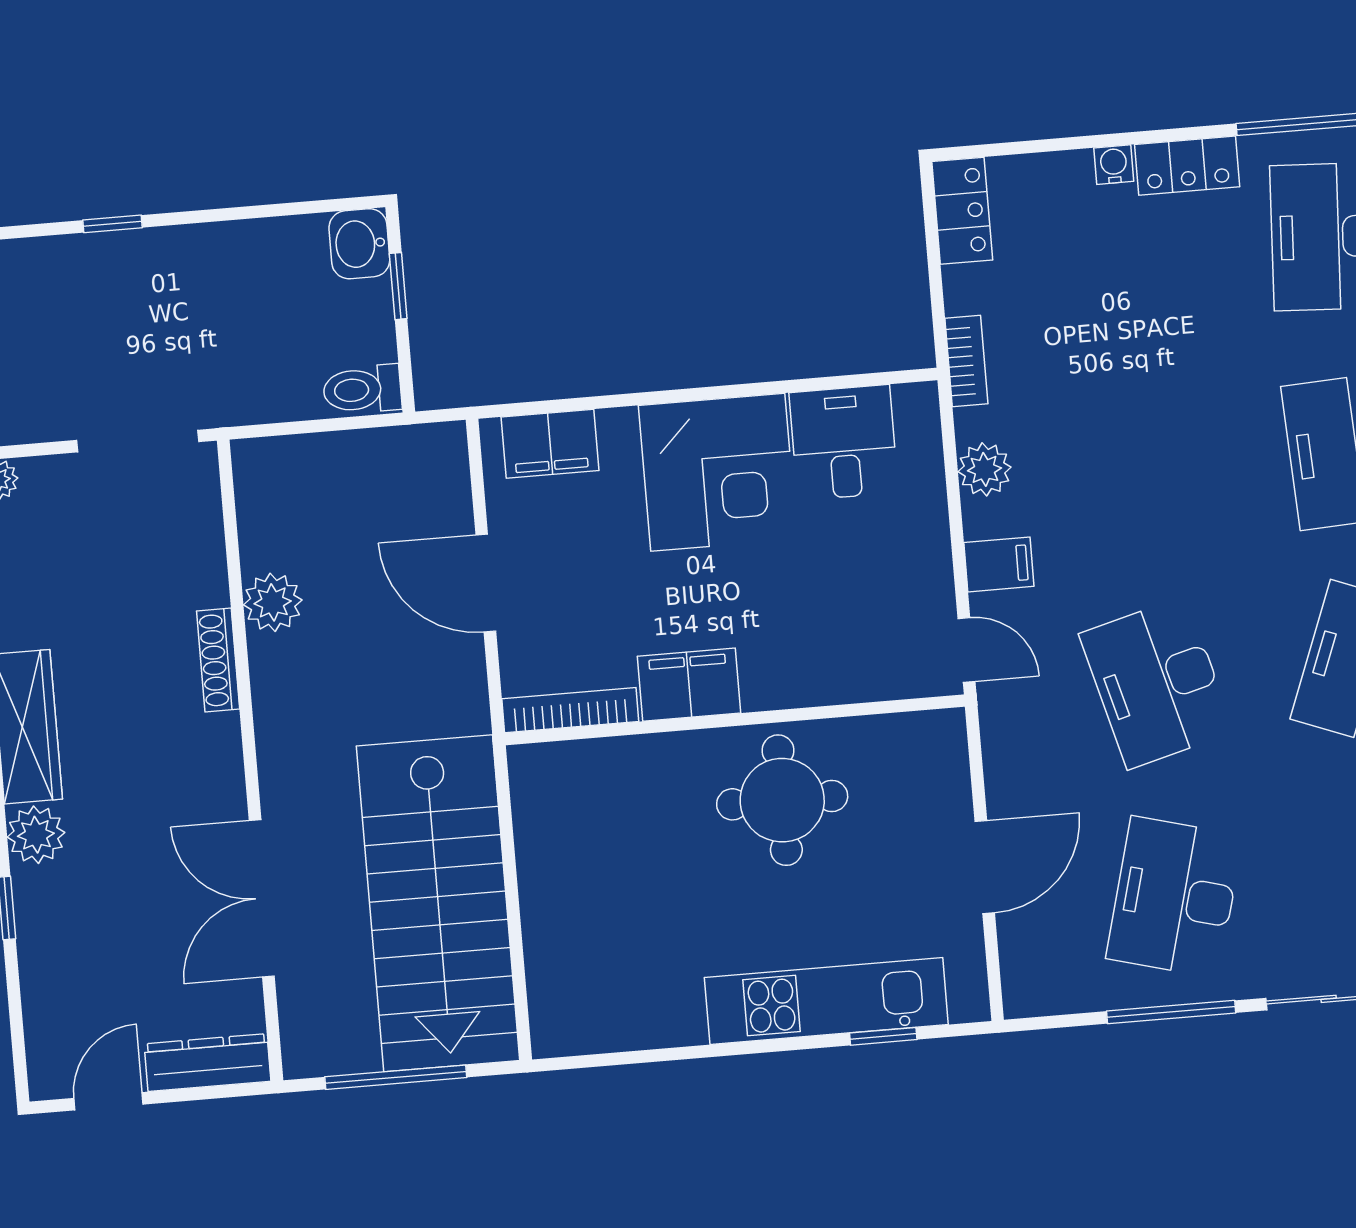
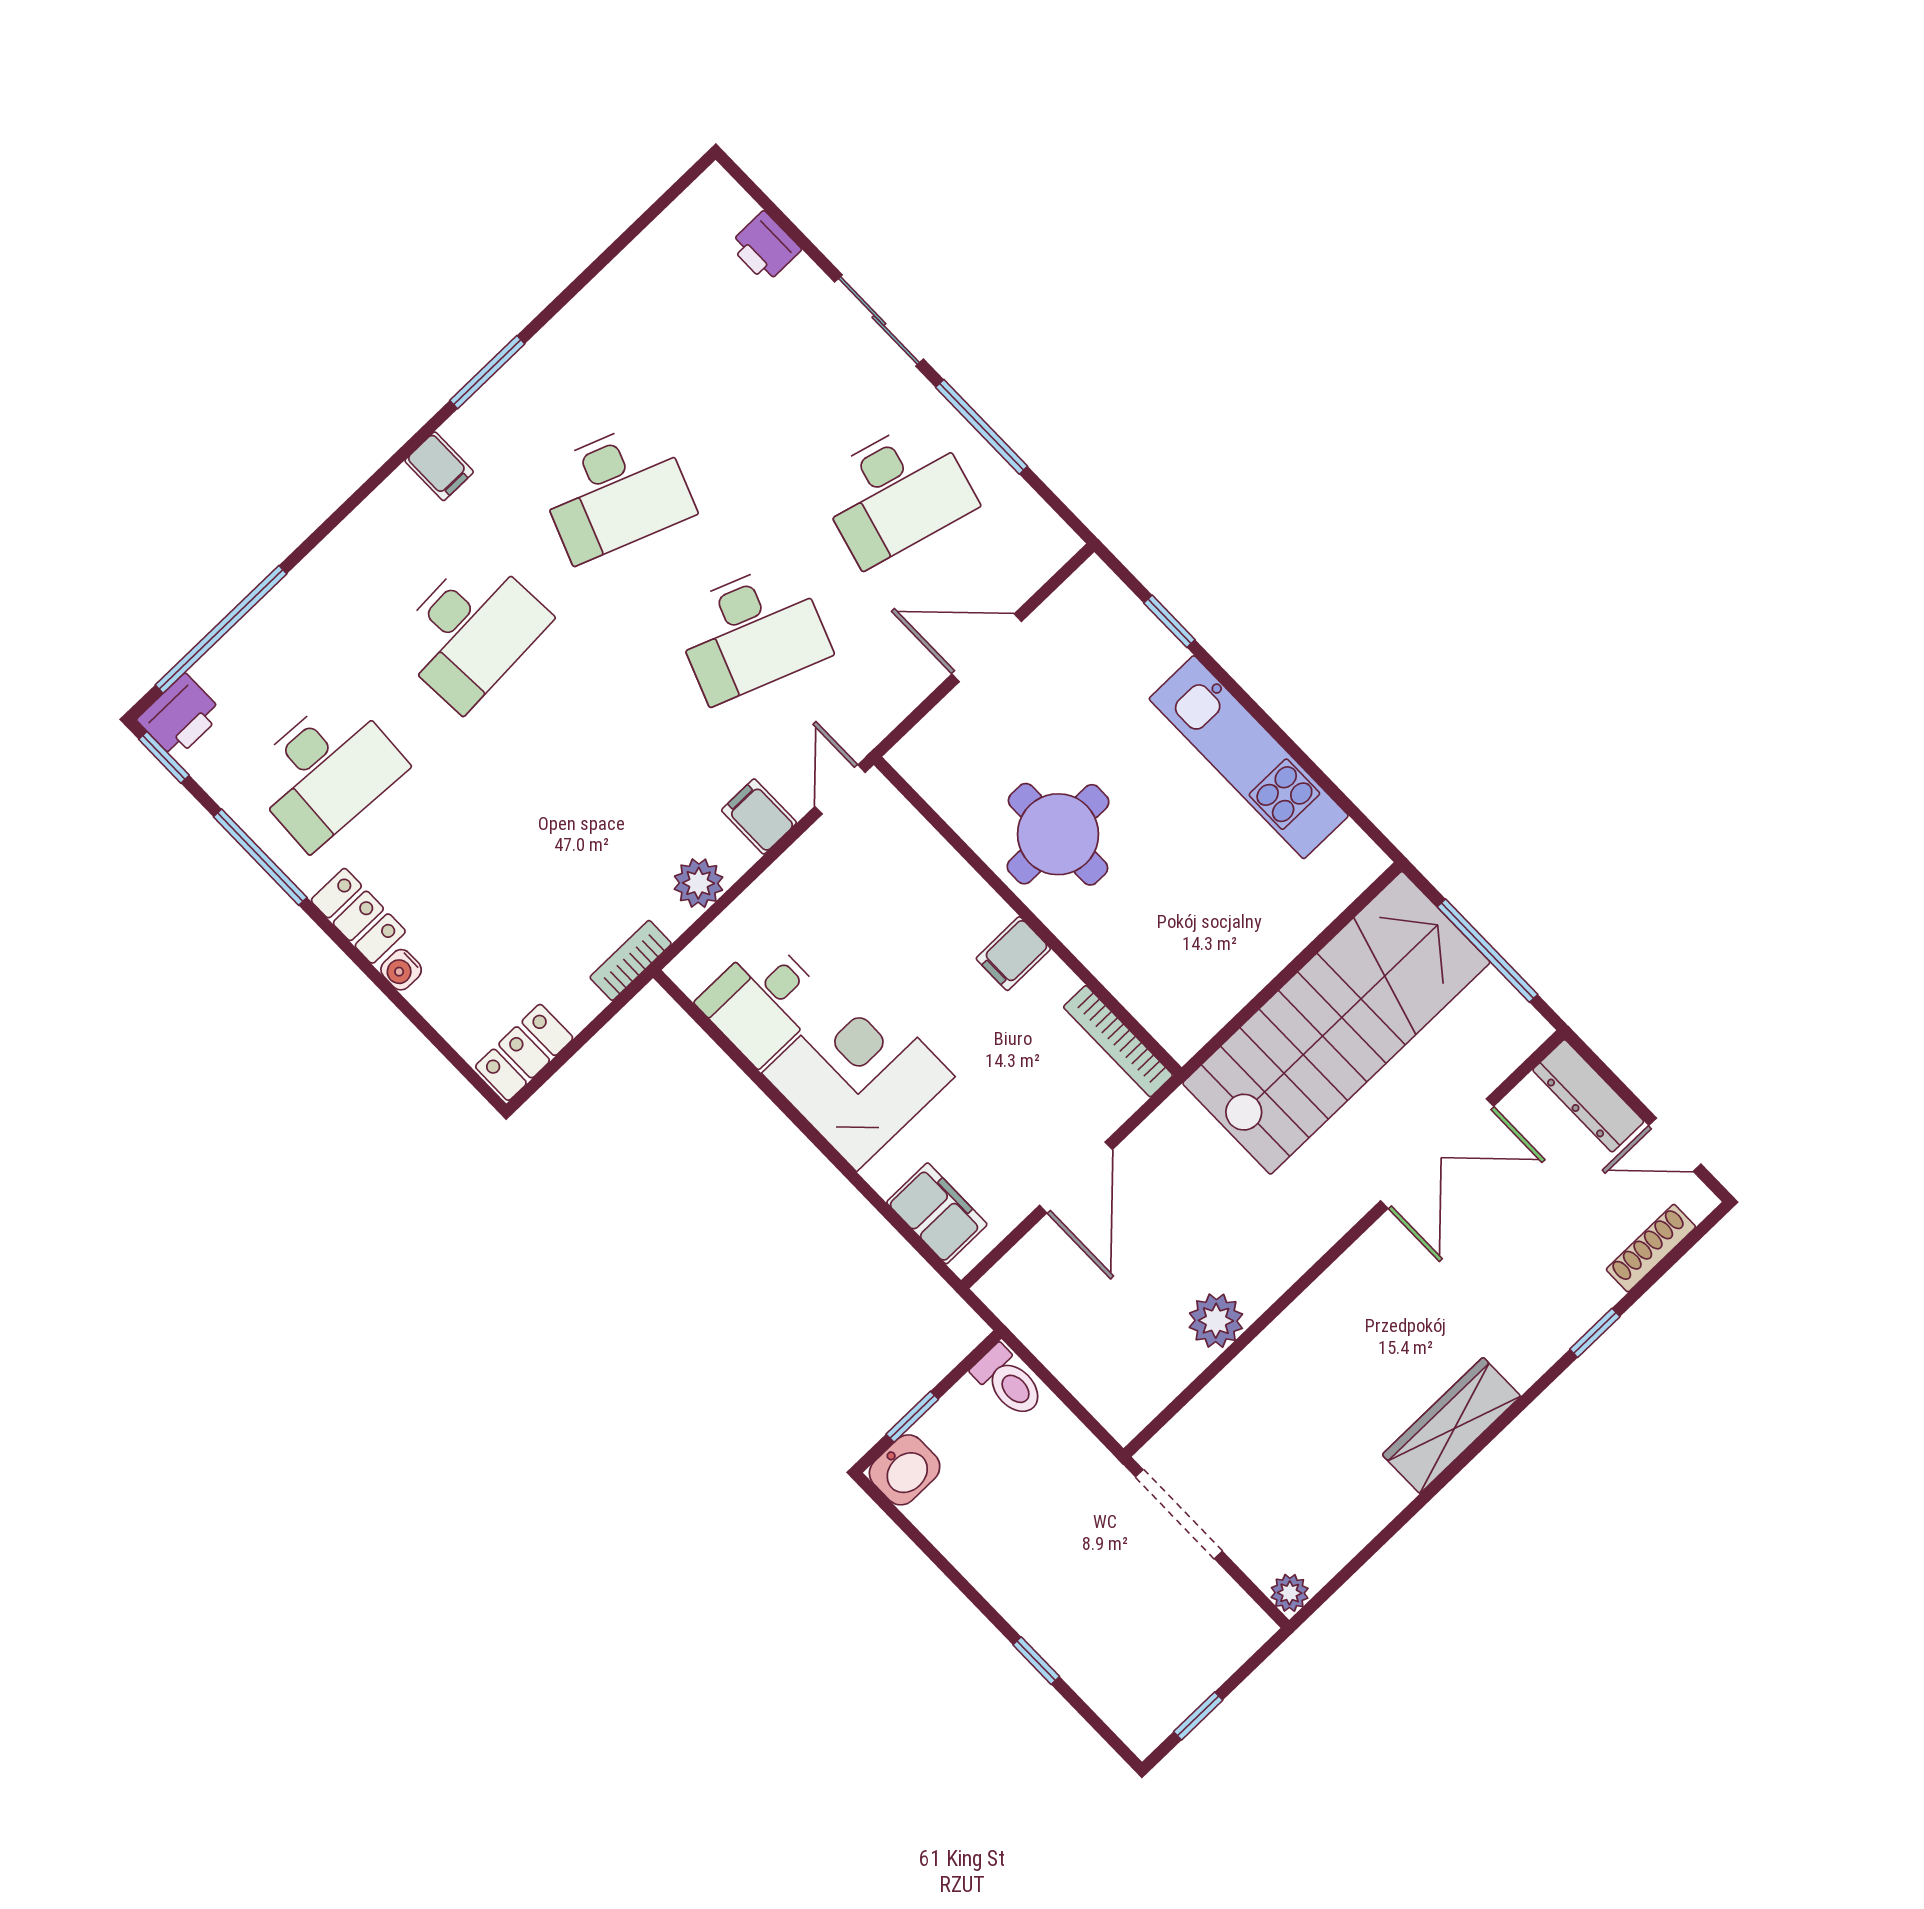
shoe rack: (218, 660) -> (1651, 1248), moved, turned 180
desk: (1157, 683) -> (751, 632), turned 36
filing cabinet: (689, 685) -> (1013, 954), width x0.50
plant: (36, 835) -> (1524, 1355), removed
kitchen unit: (826, 1001) -> (1249, 757), moved

